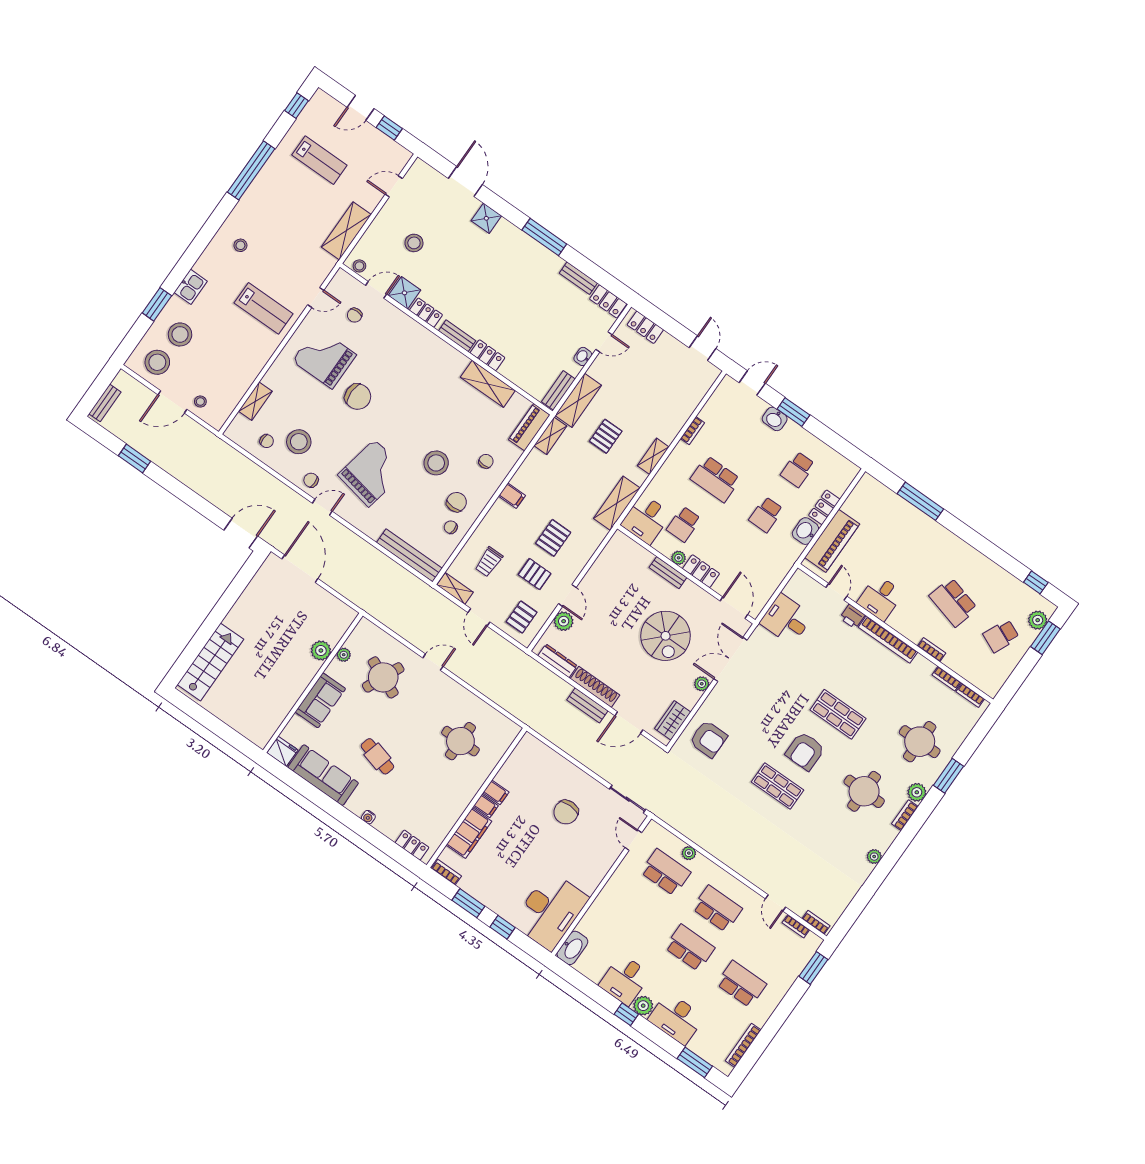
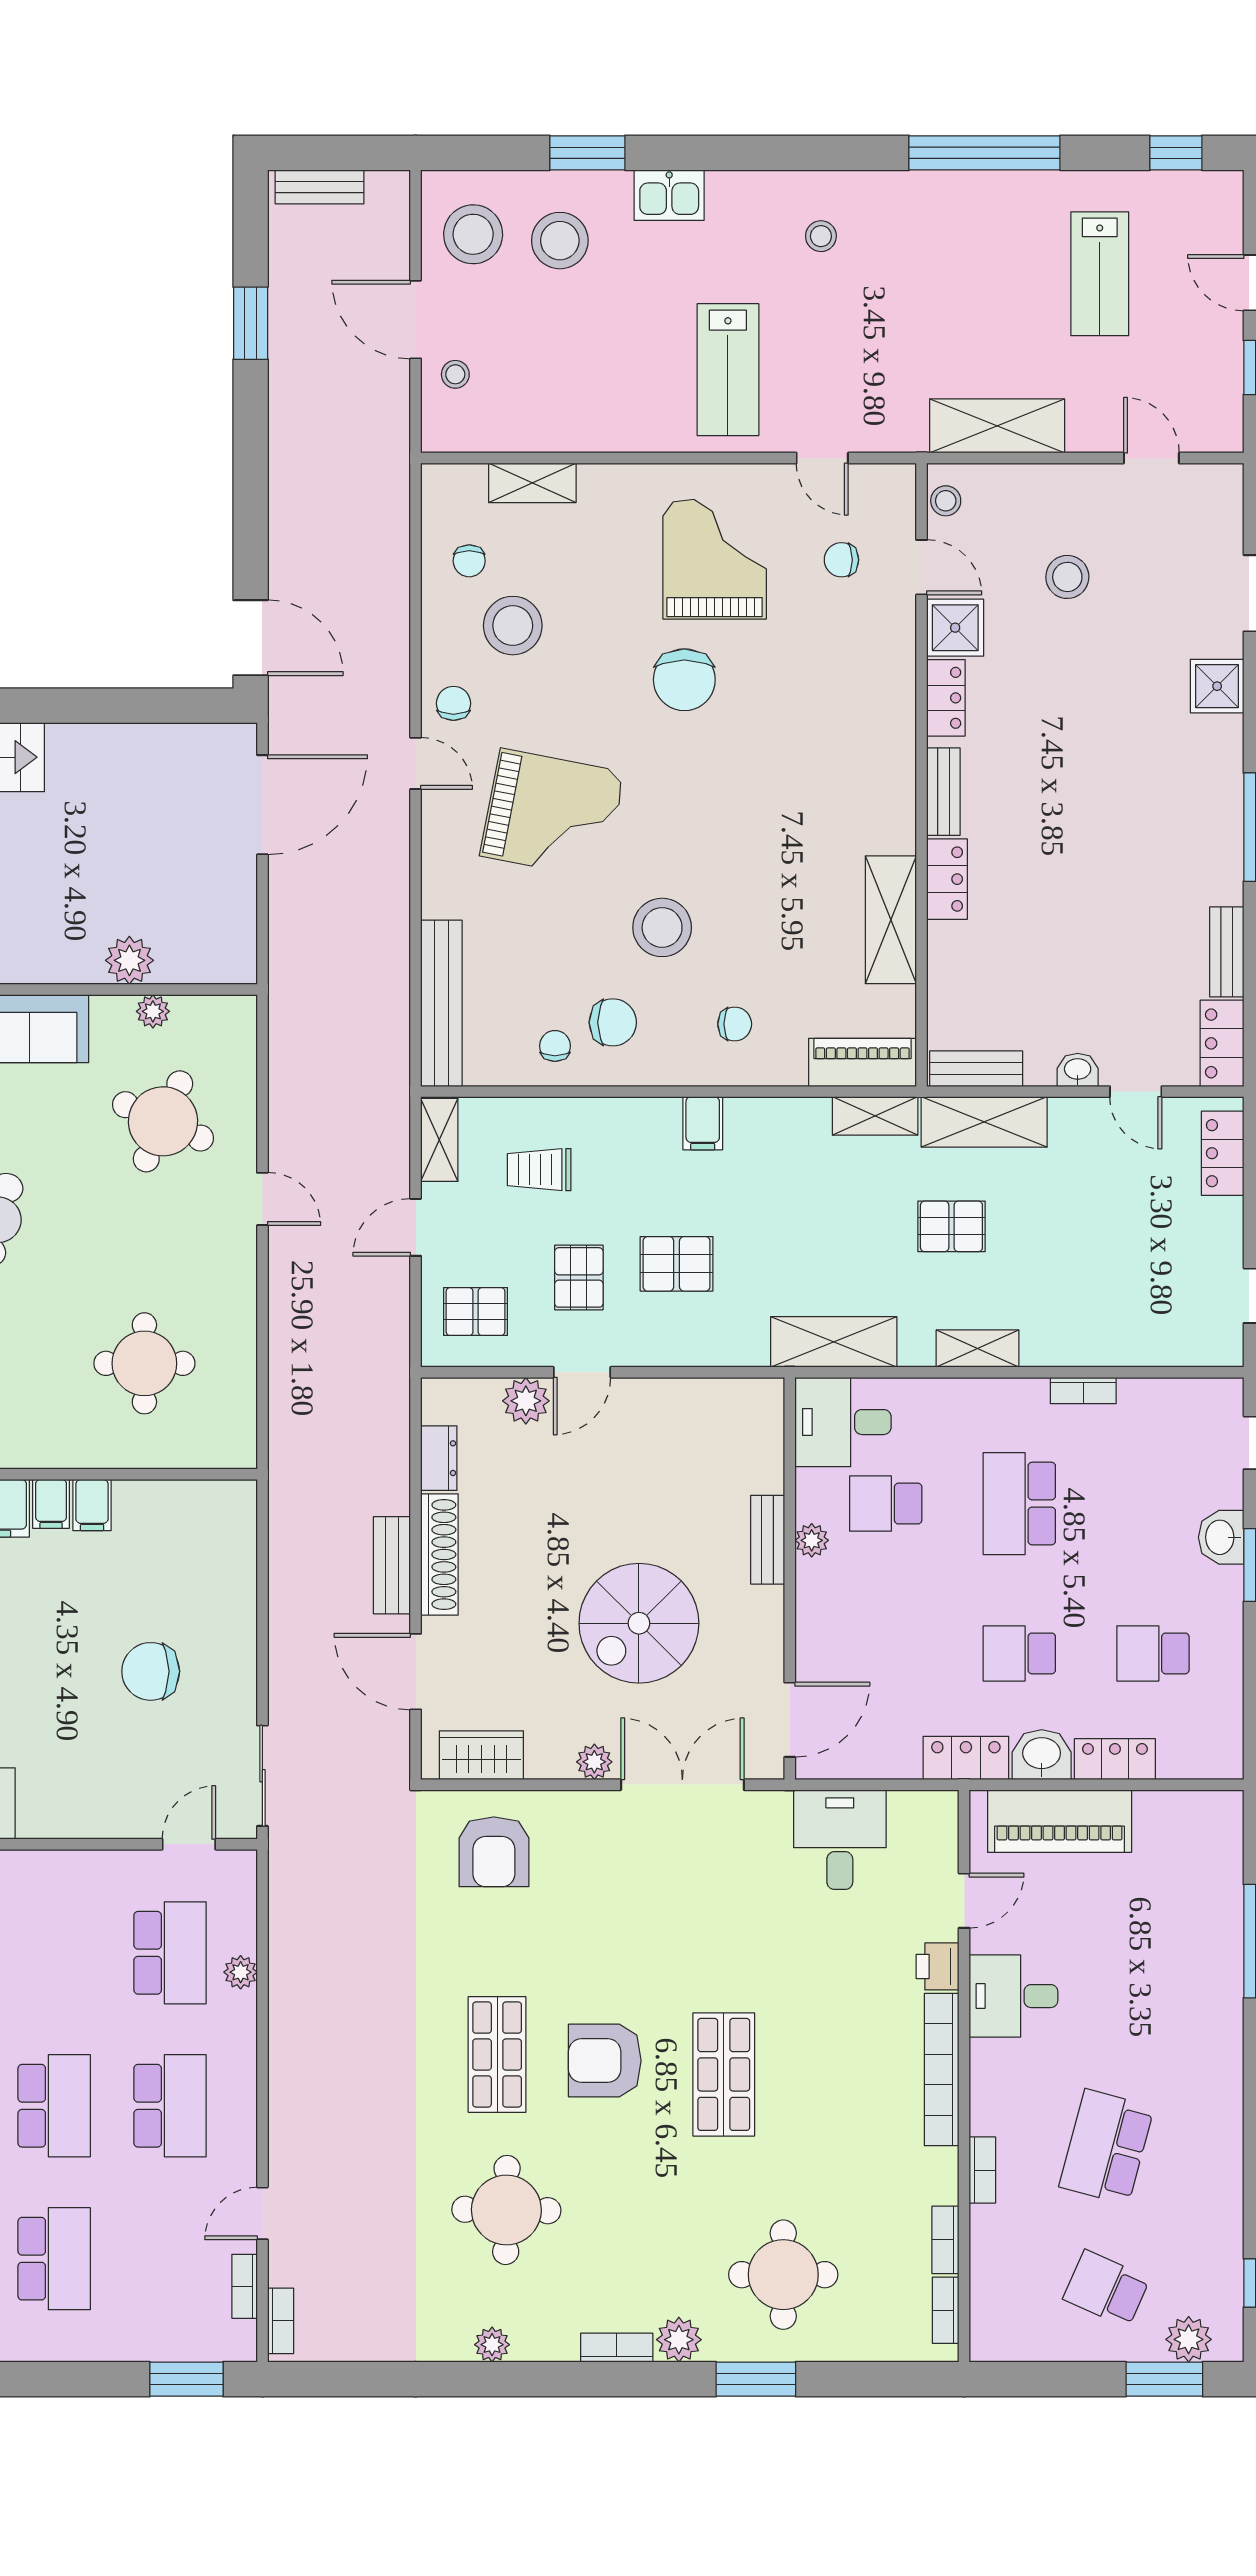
locker: (701, 571) -> (966, 1758), moved, turned -90
dresser: (558, 661) -> (439, 1458), width x0.70
round table: (864, 791) -> (506, 2210), moved

